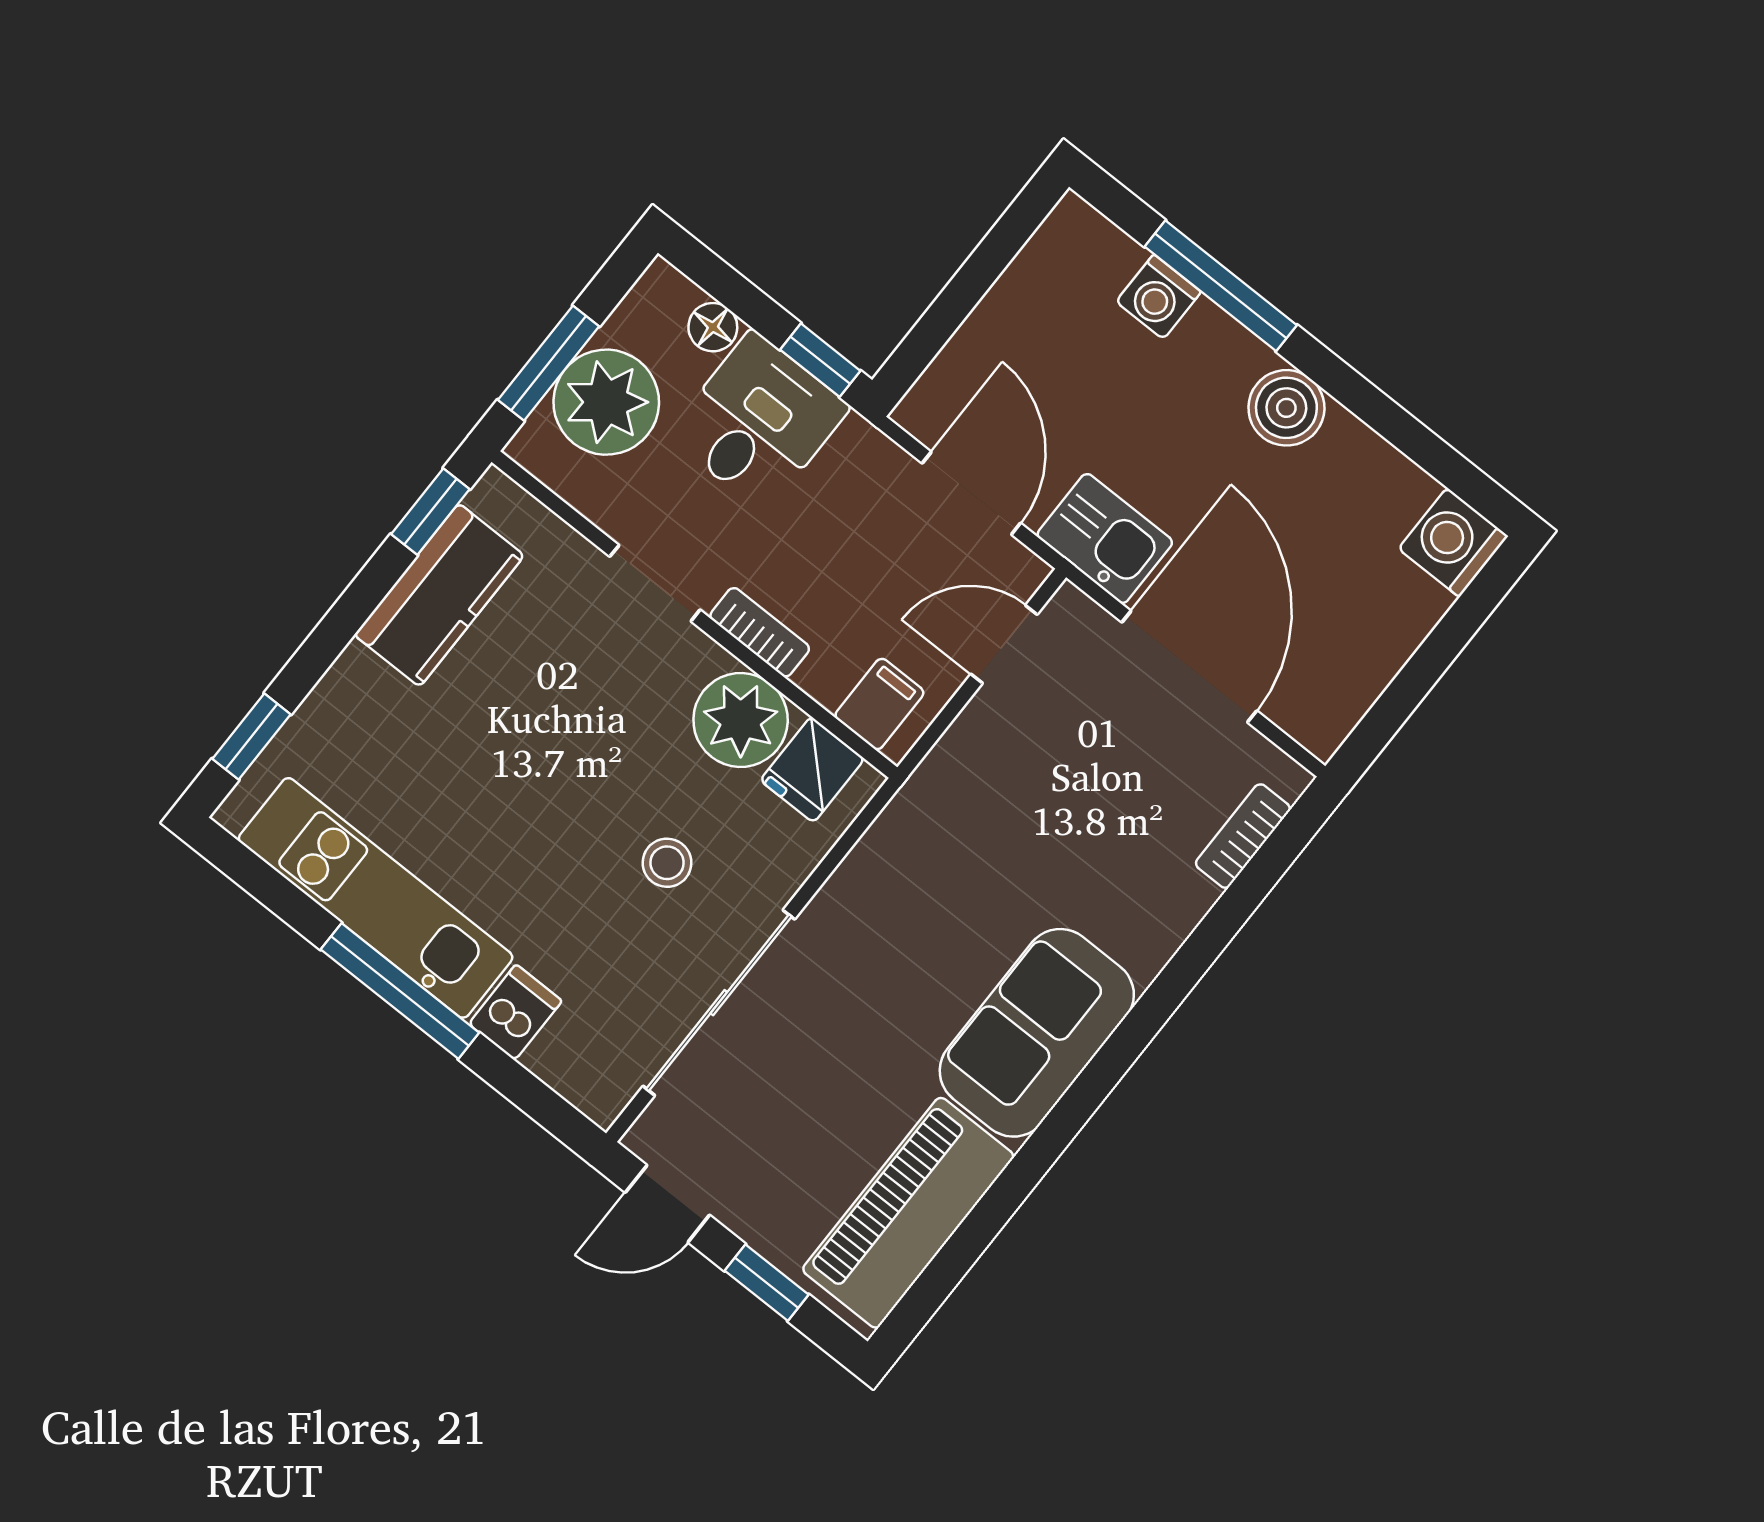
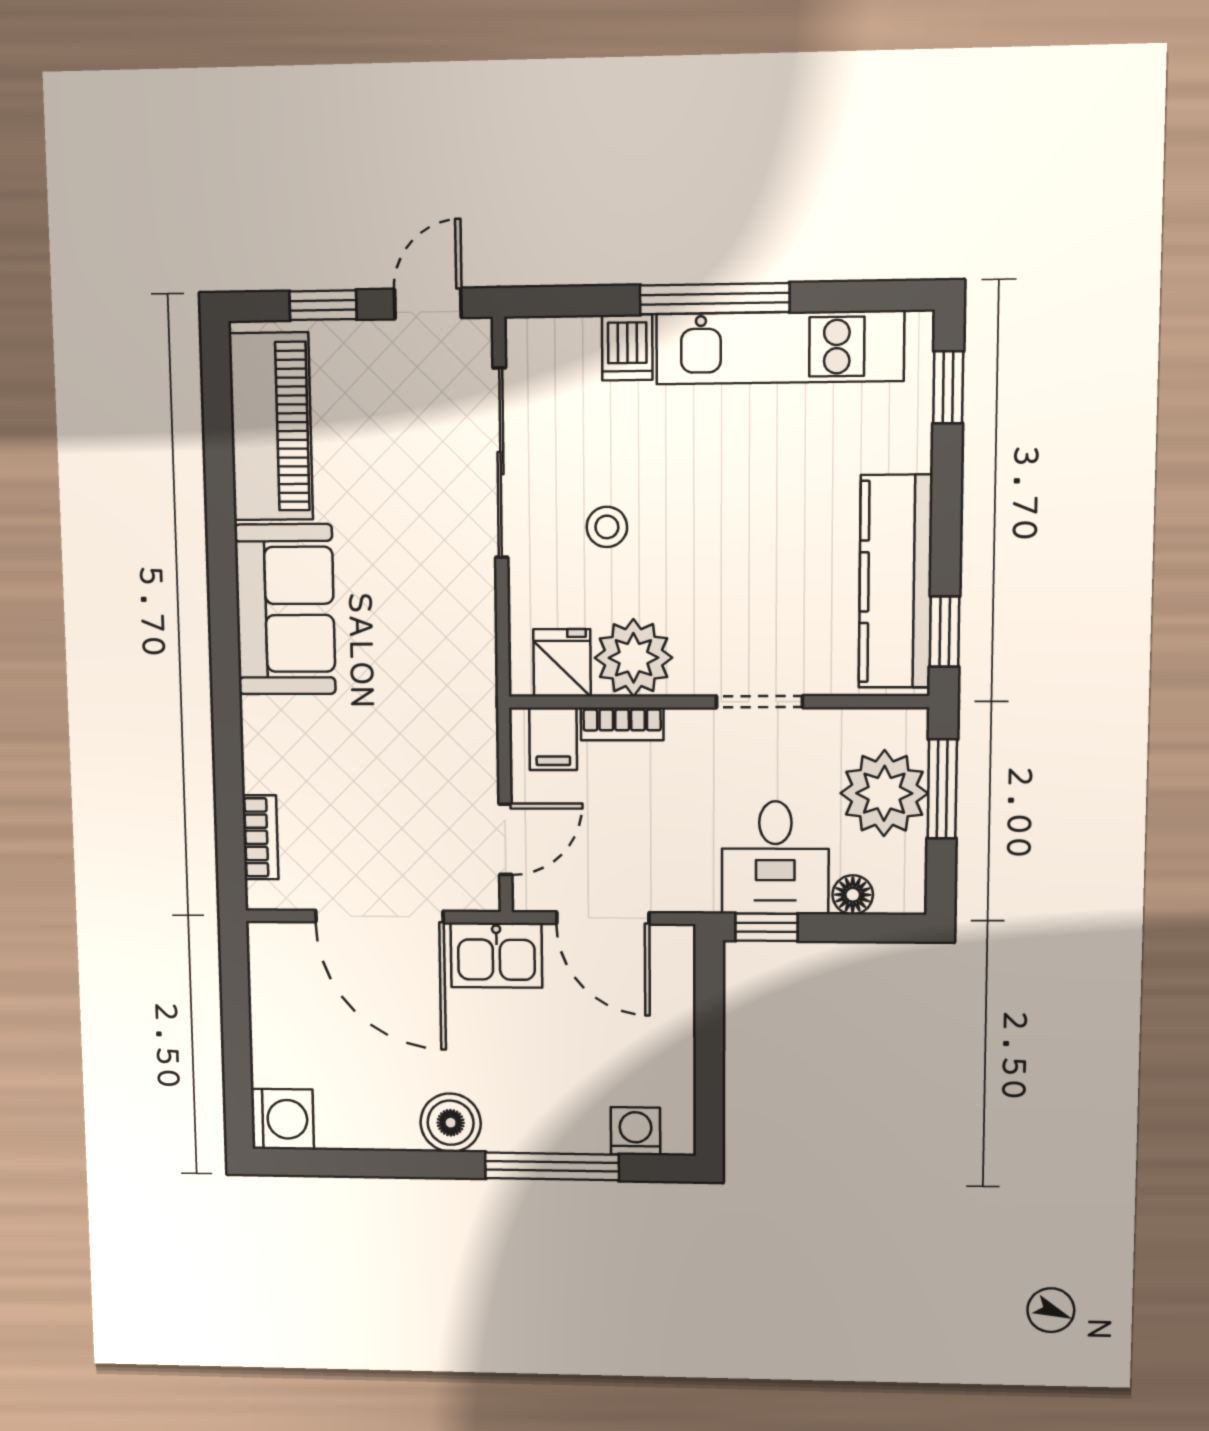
washing machine: (1159, 297) -> (636, 1131), moved
kitchen counter: (439, 595) -> (895, 582), width x1.50
bookcase: (760, 632) -> (622, 724), moved

